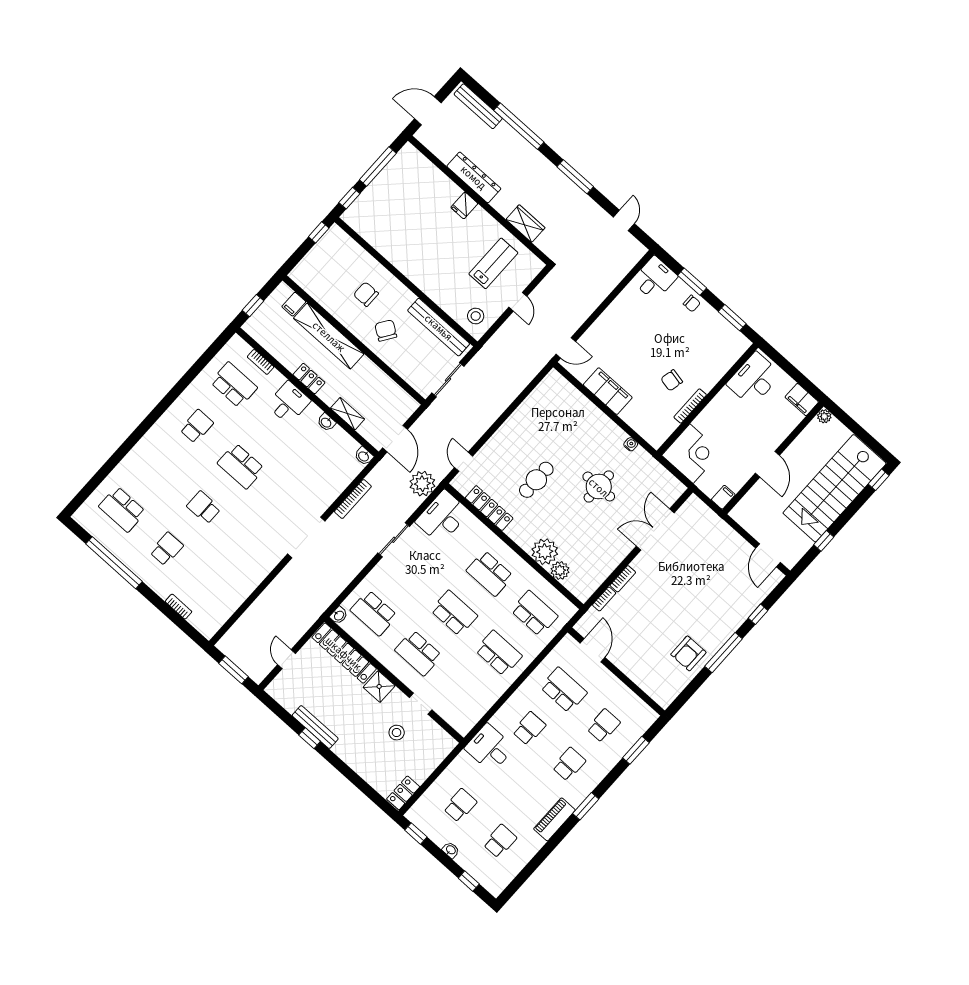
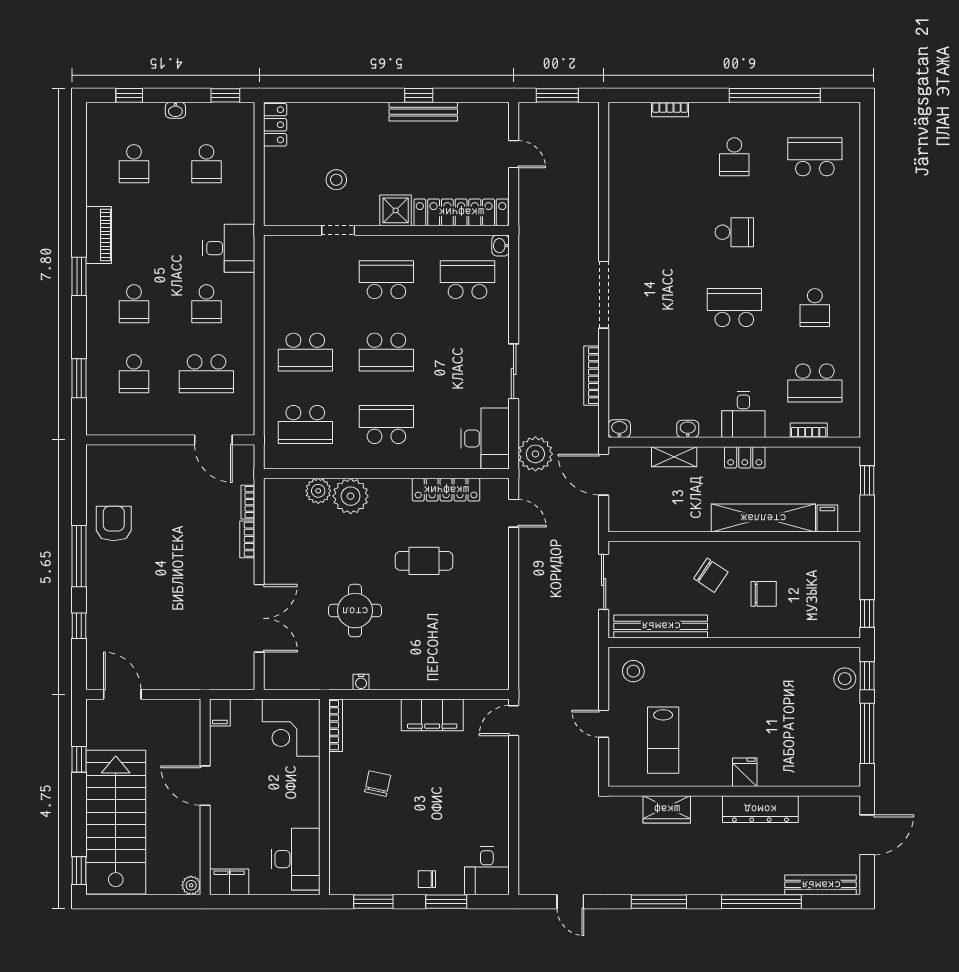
stool: (363, 208) -> (845, 679), added
bookcase: (690, 406) -> (336, 725), moved
cafe table: (536, 480) -> (424, 561), turned 90

